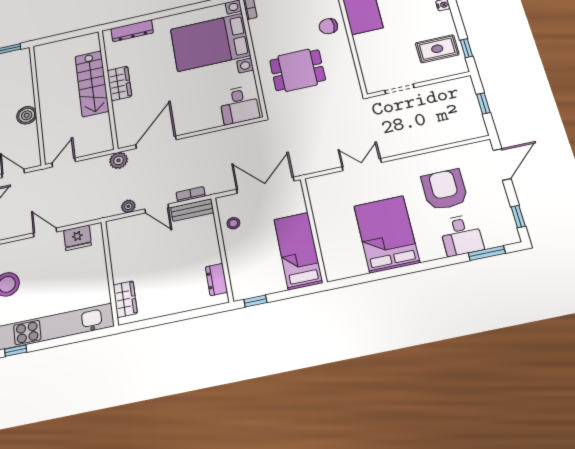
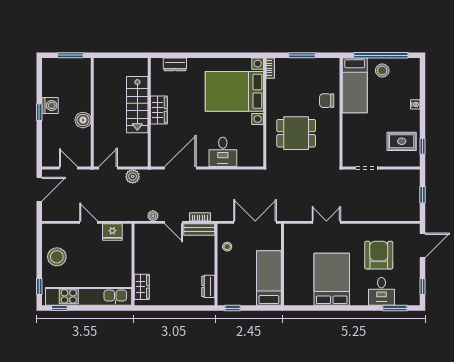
dresser: (132, 31) -> (175, 64), width x0.70
desk: (239, 105) -> (223, 152), moved
plant: (119, 160) -> (133, 176), moved

